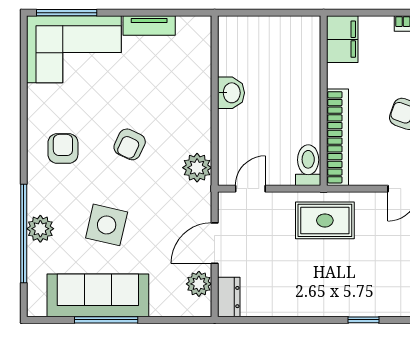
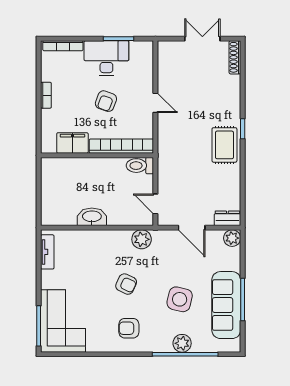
tv unit: (149, 26) -> (47, 252), moved
filing cabinet: (342, 39) -> (72, 143), moved
washbasin: (231, 93) -> (92, 217), width x1.38
rug: (325, 220) -> (224, 145), moved
plant: (199, 284) -> (232, 238), moved

